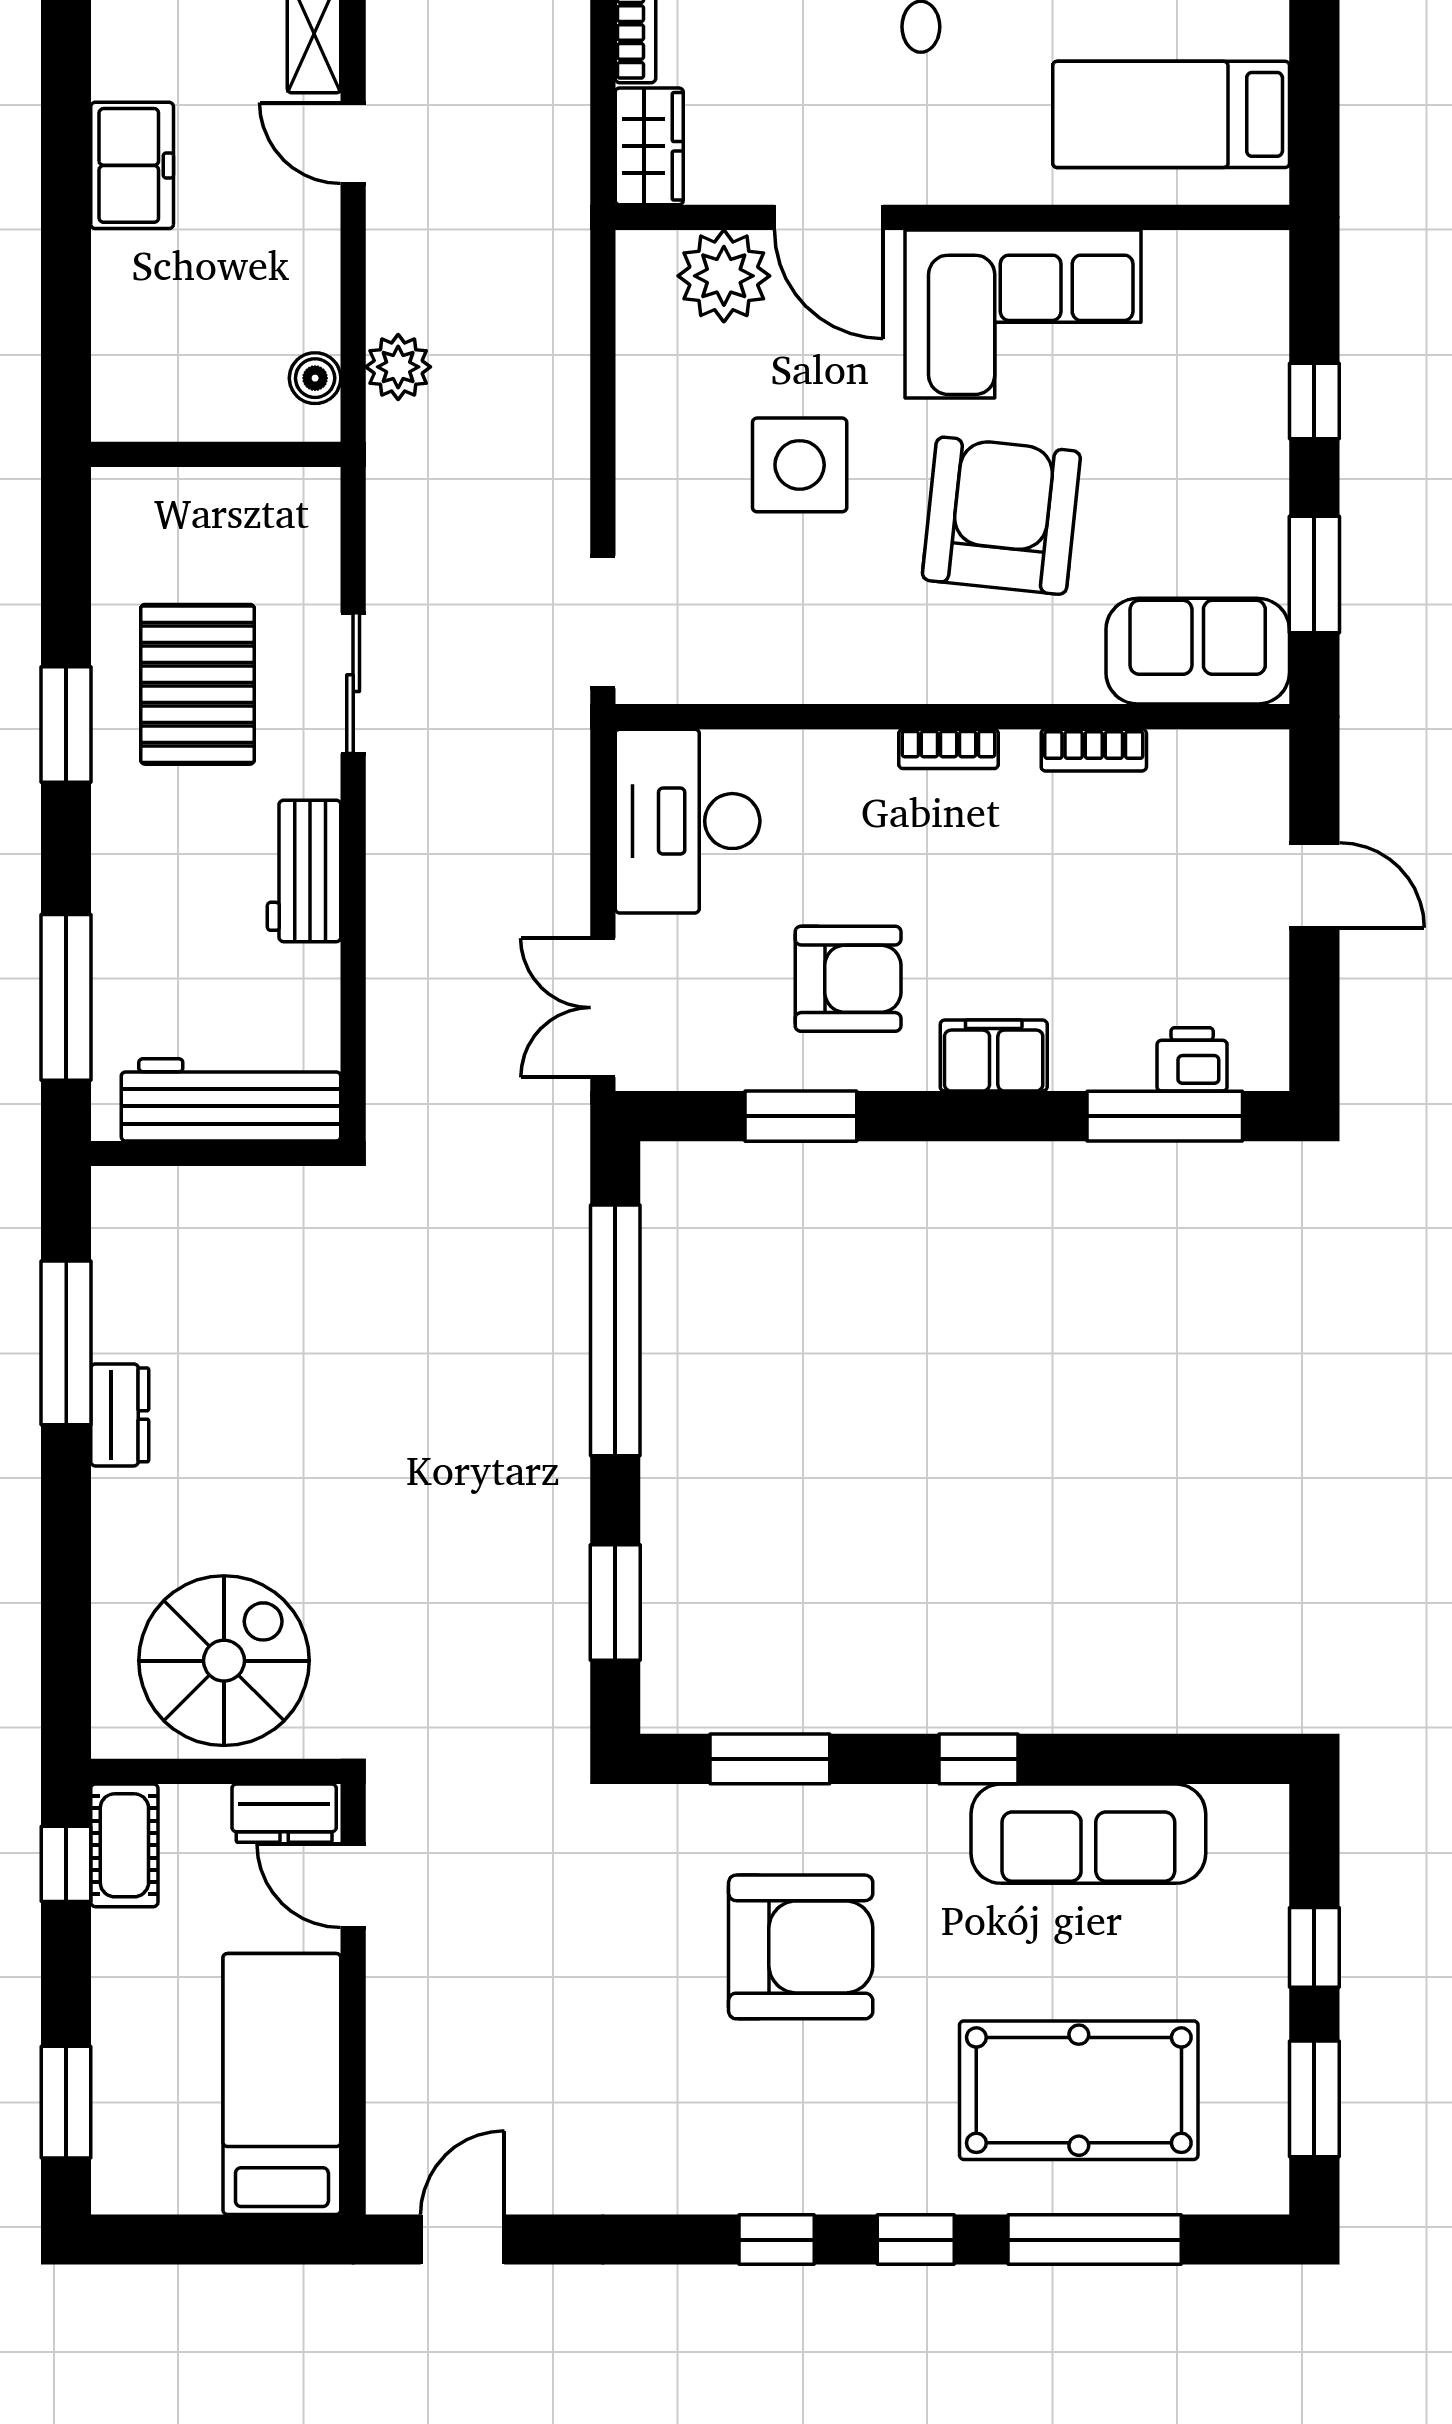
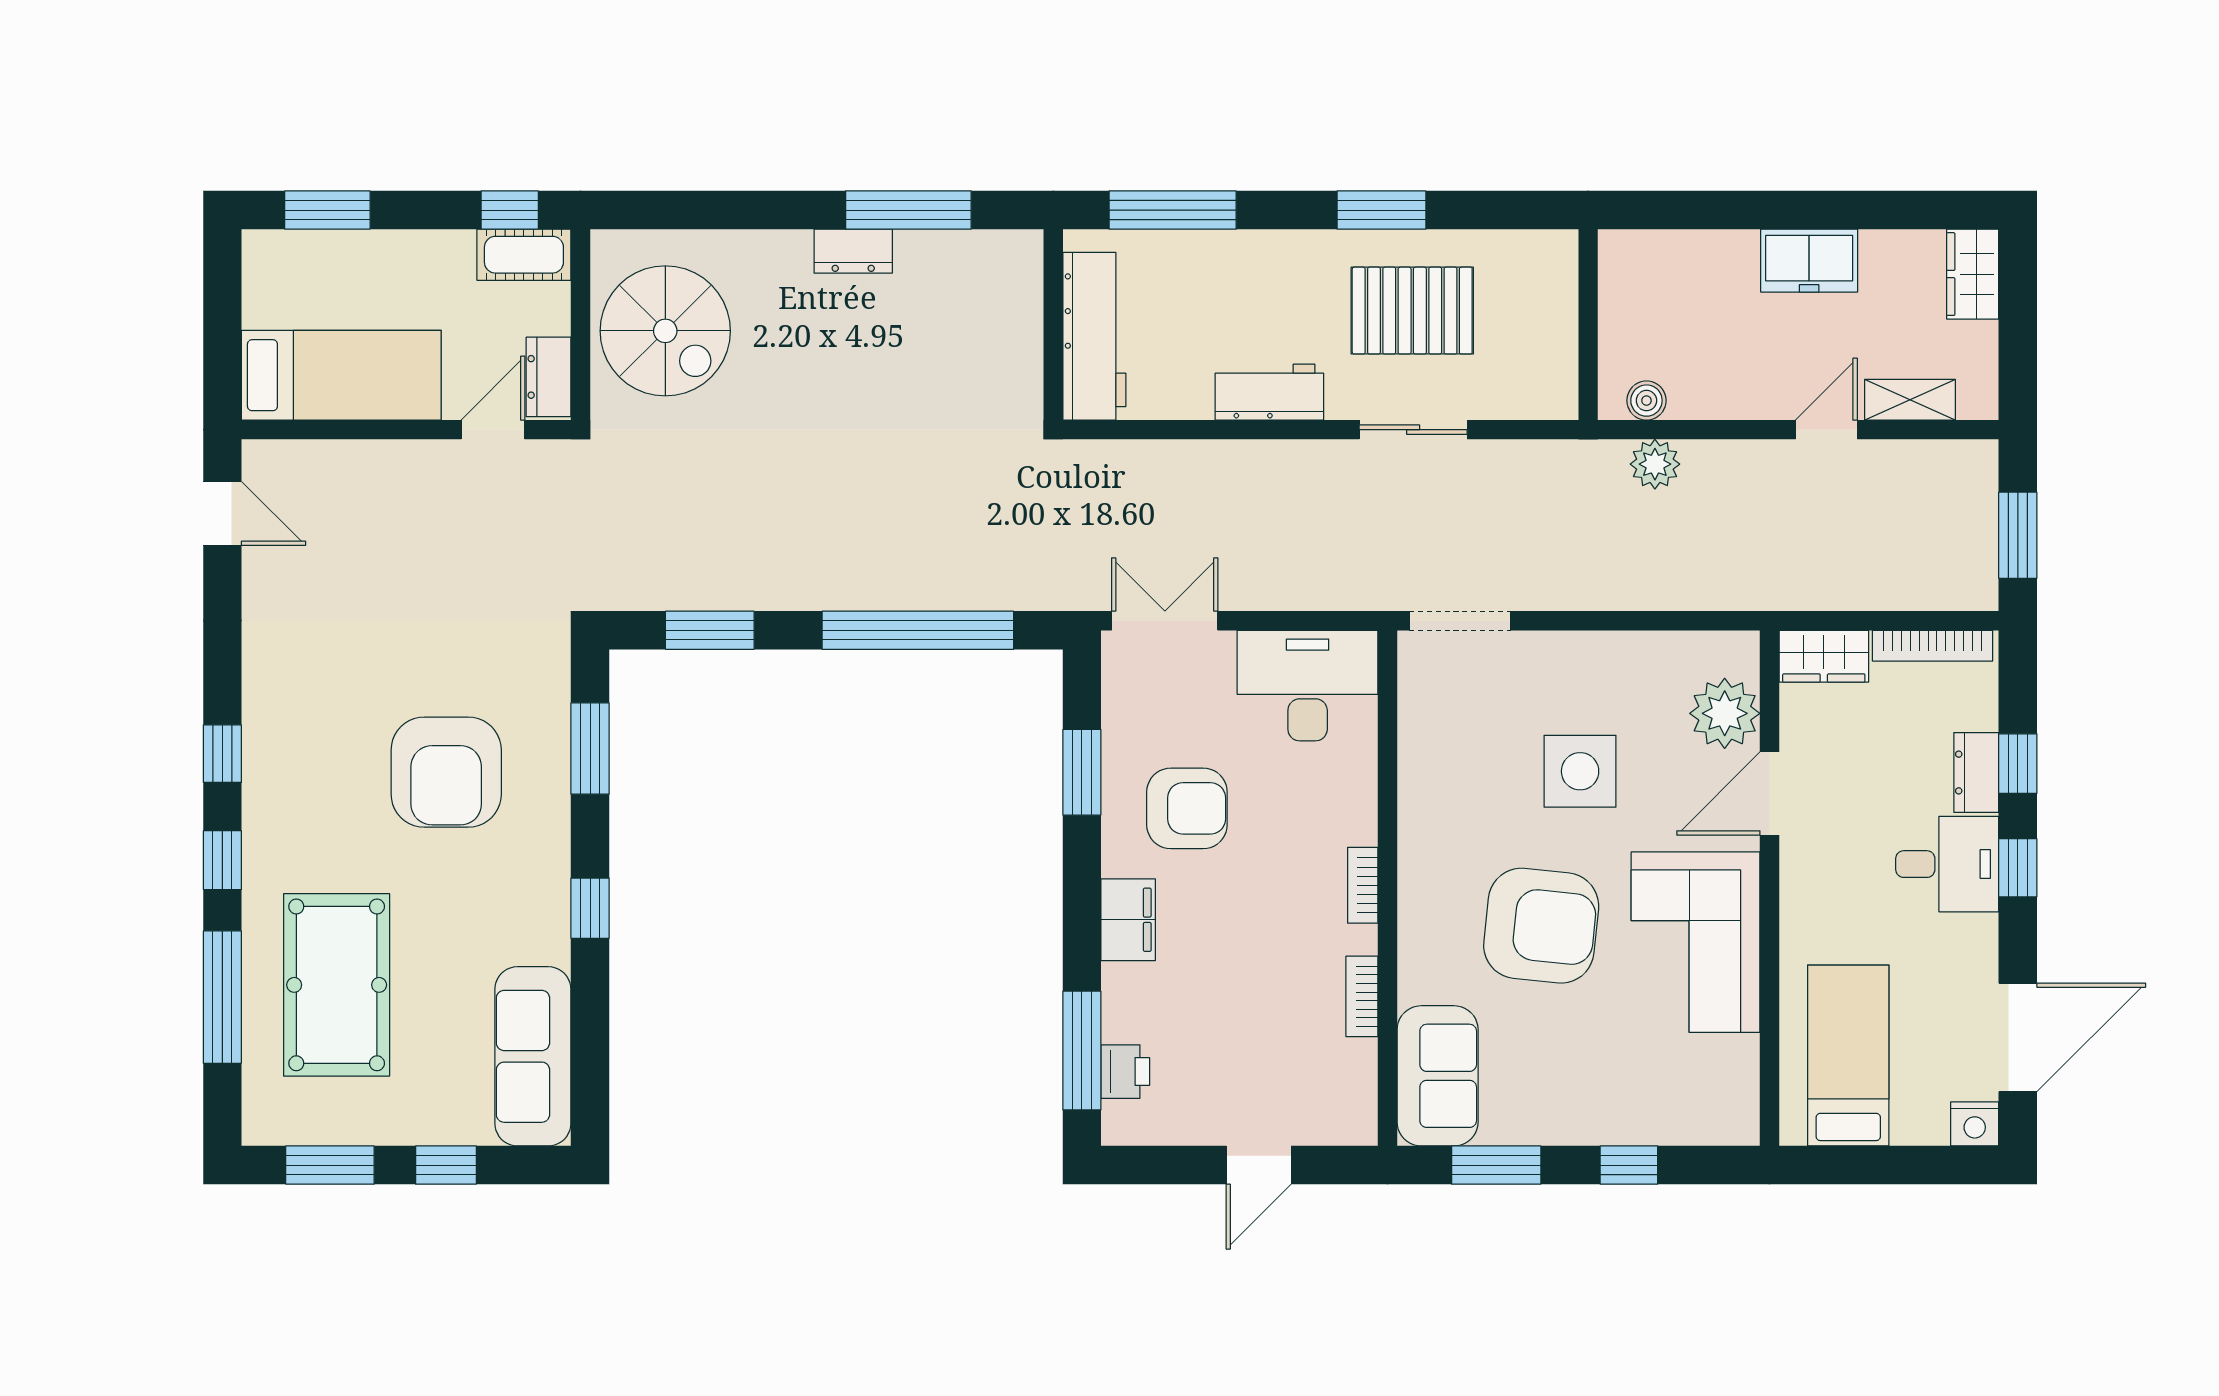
armchair: (848, 979) -> (1187, 808), turned -90
sofa: (1088, 1834) -> (533, 1056), moved

